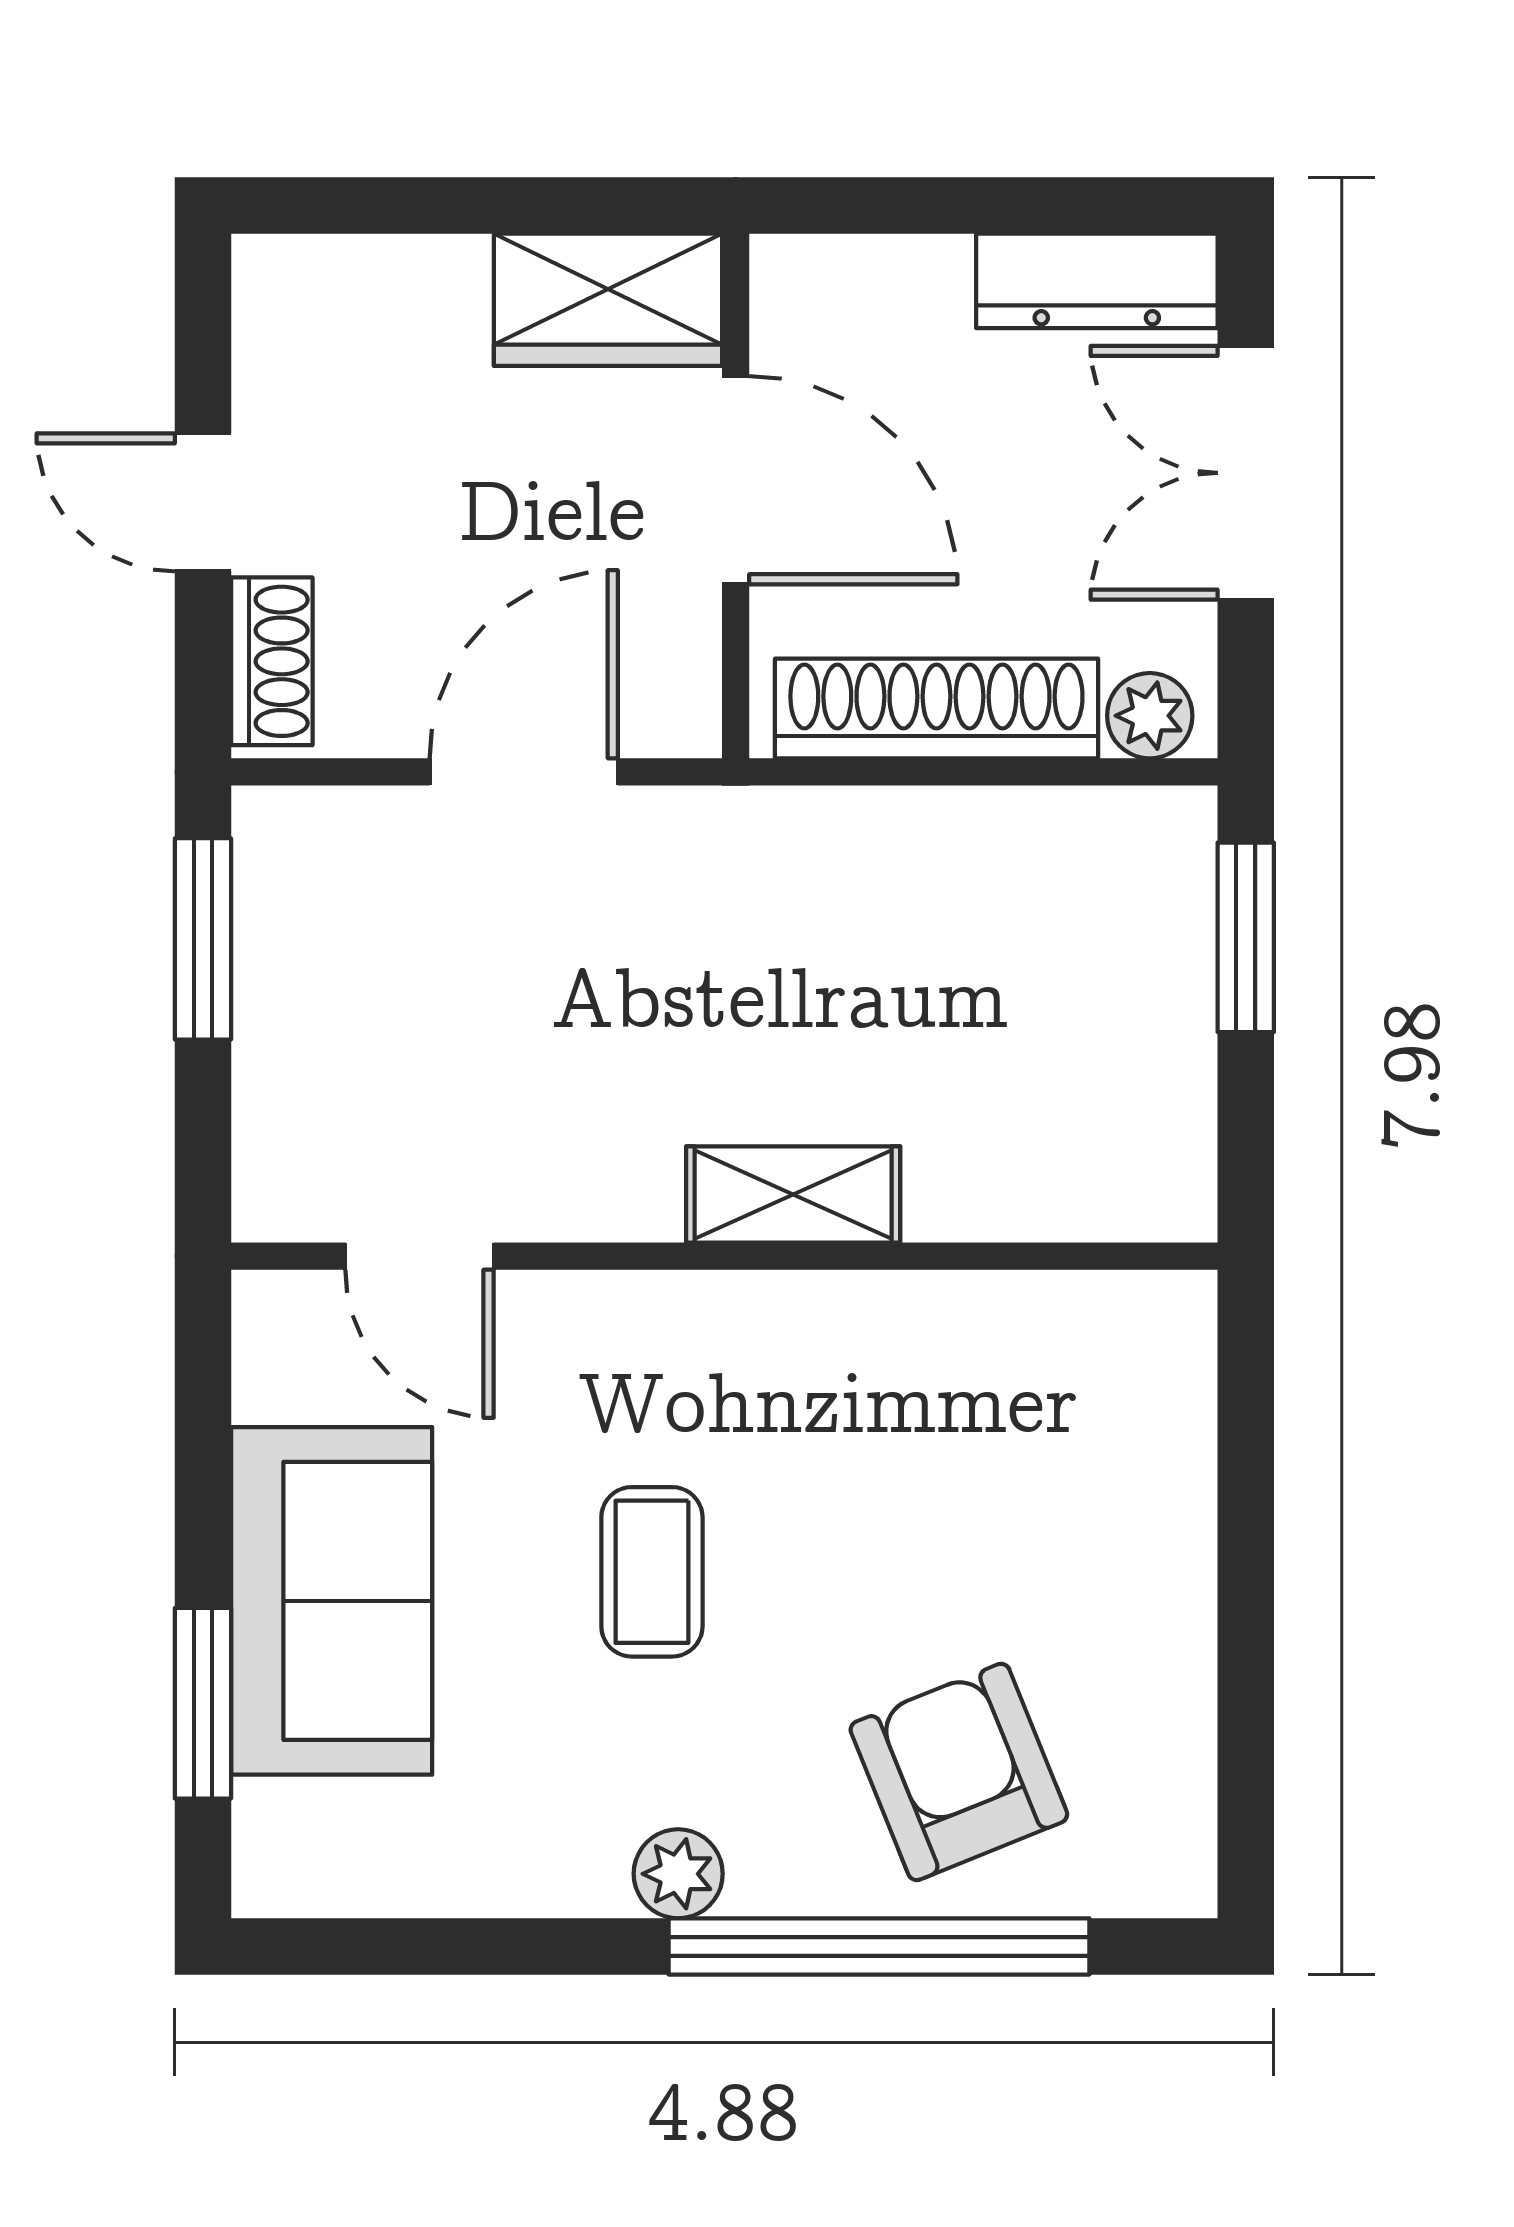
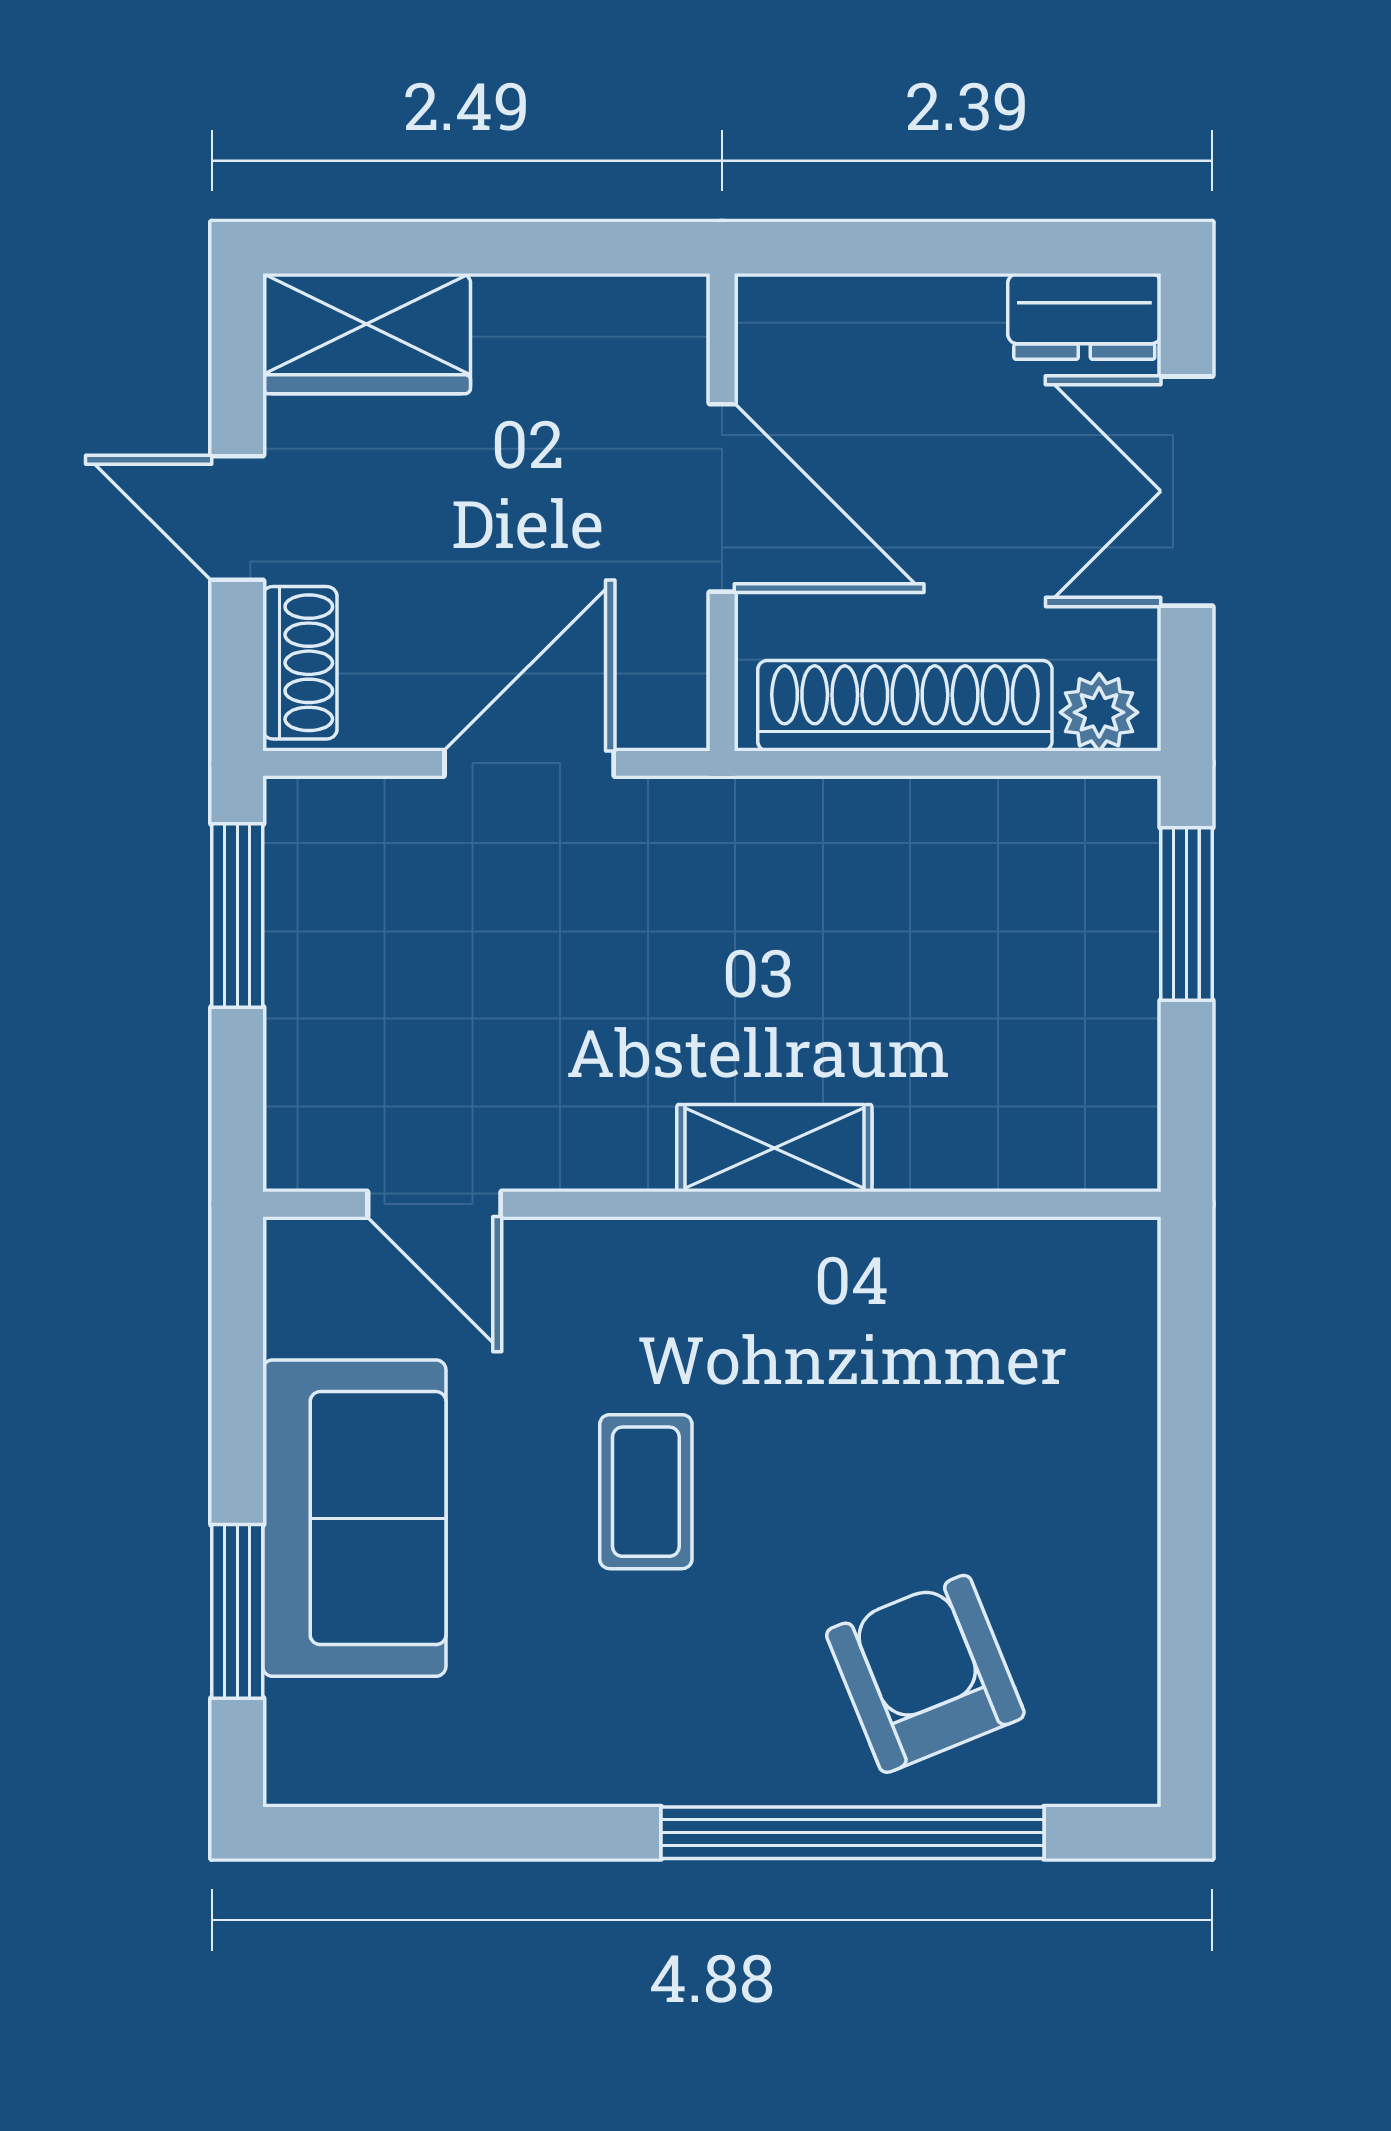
dresser: (1097, 281) -> (1084, 316), width x0.70
wardrobe: (608, 300) -> (367, 334), moved
plant: (678, 1874) -> (670, 1767), removed

